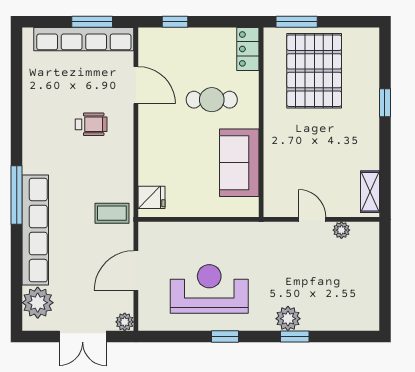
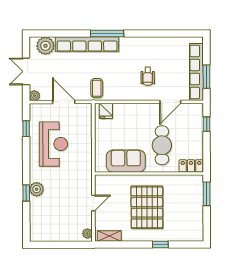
pallet: (314, 71) -> (147, 207), moved, turned 90
cafe table: (212, 100) -> (162, 145), width x1.37, depth x1.35
plant: (341, 230) -> (87, 233), moved
window: (225, 337) -> (26, 129), moved

